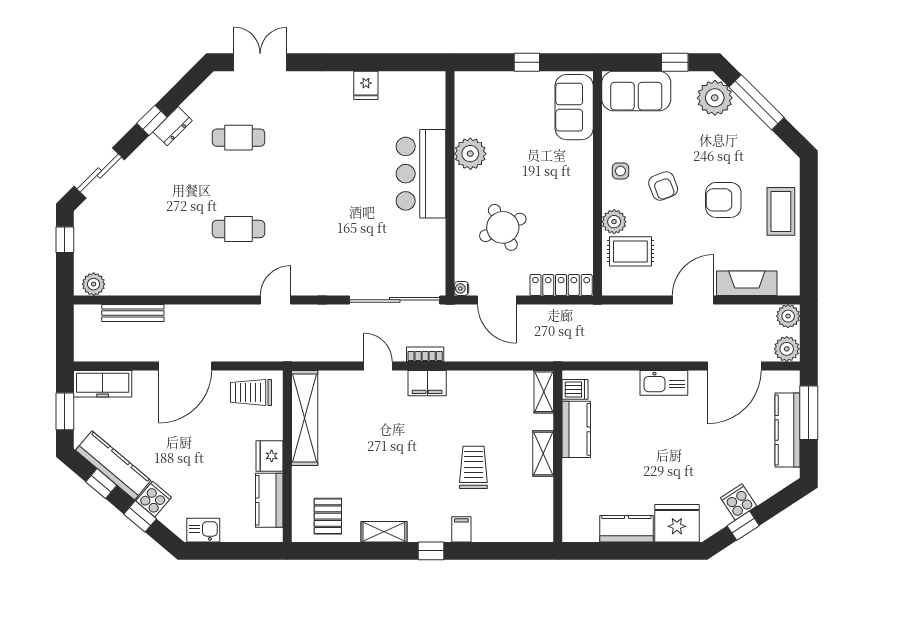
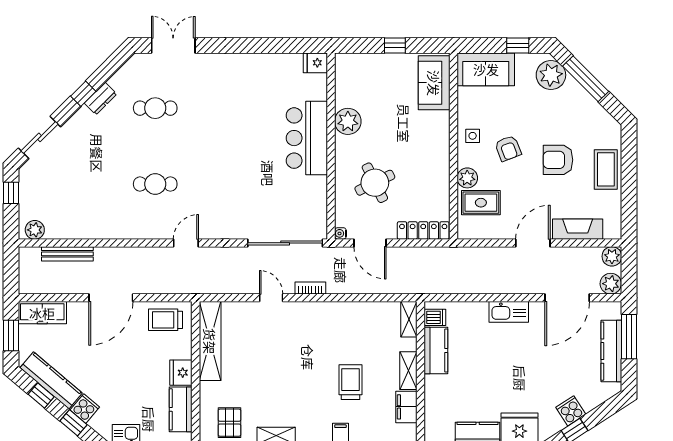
fridge: (366, 85) -> (315, 63), moved, turned 90
filing cabinet: (427, 383) -> (406, 407), moved, turned 90

